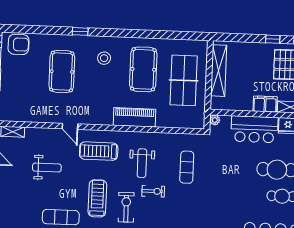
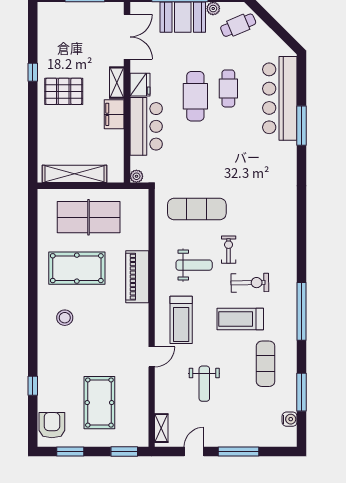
window: (80, 31) -> (33, 386), moved
window: (273, 39) -> (33, 108), removed
pool table: (62, 72) -> (99, 403), moved, turned 90
exercise mat: (187, 167) -> (197, 209), width x1.36, depth x1.45
weight bench: (47, 168) -> (204, 384), turned 180
exercise bike: (126, 207) -> (250, 283), turned 180

